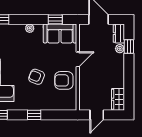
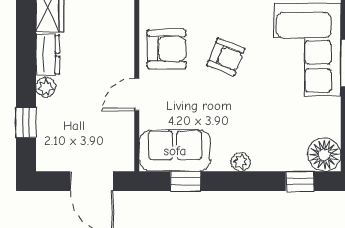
dresser: (119, 34) -> (48, 55), moved
plant: (120, 49) -> (46, 87), moved

